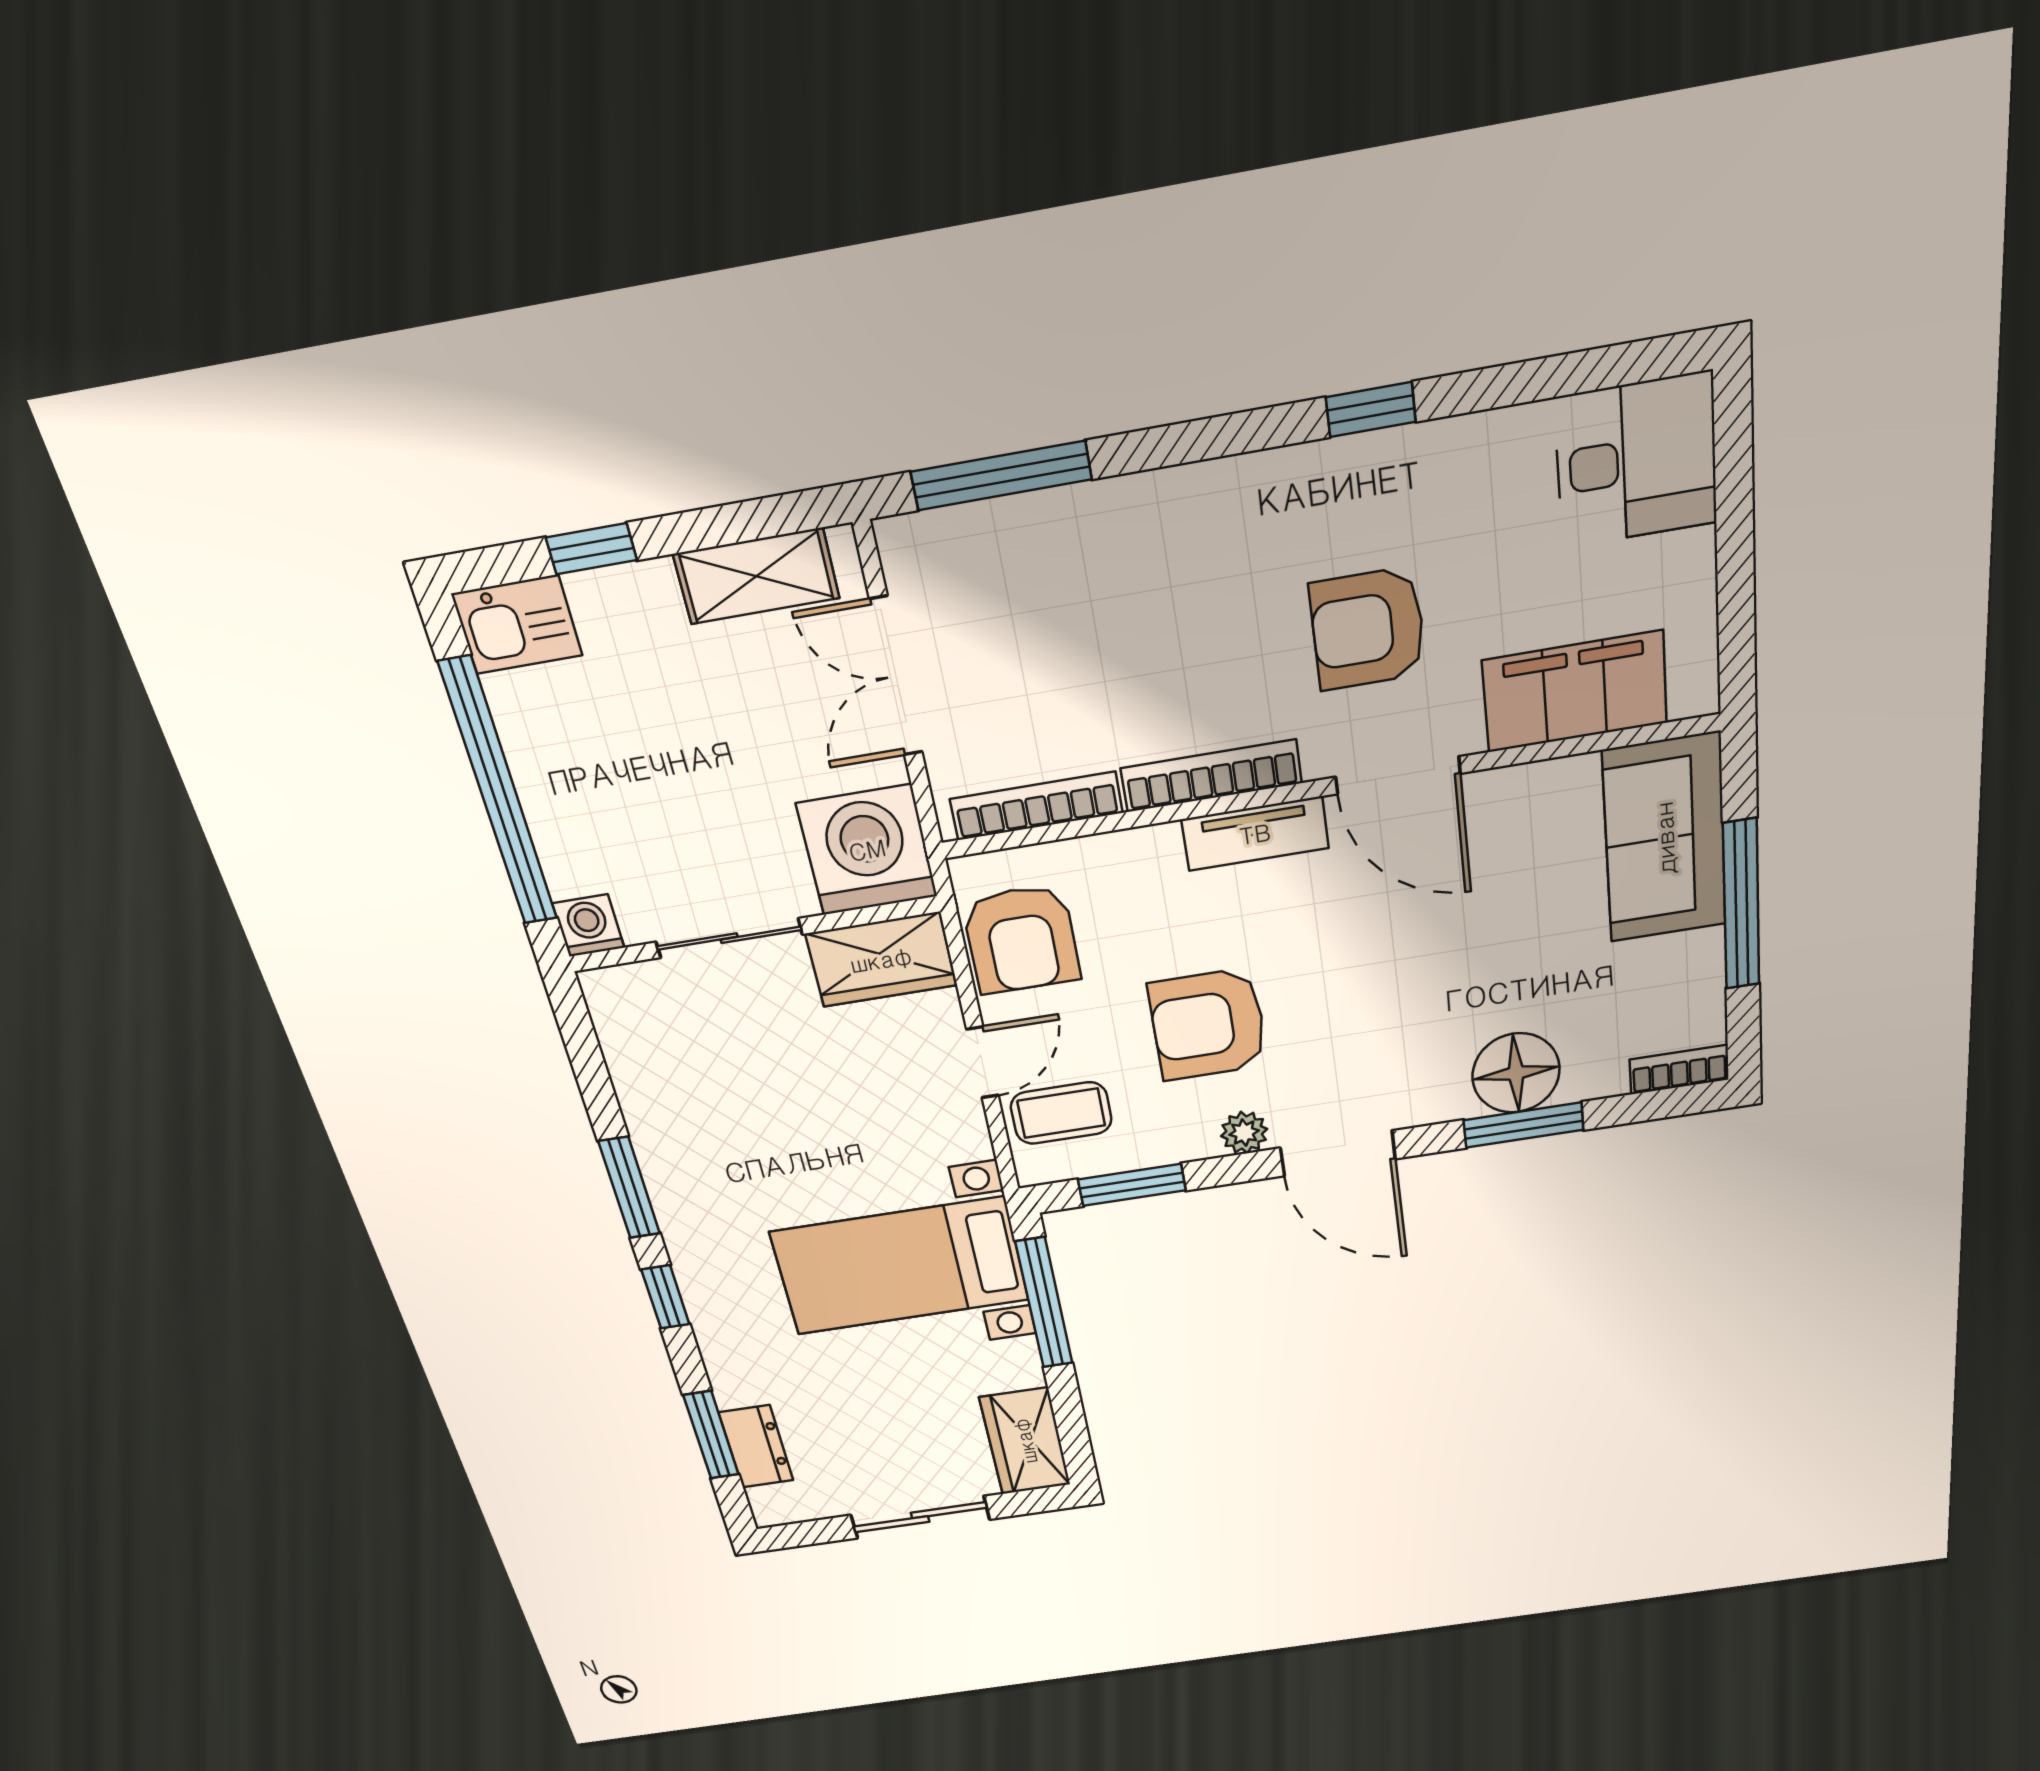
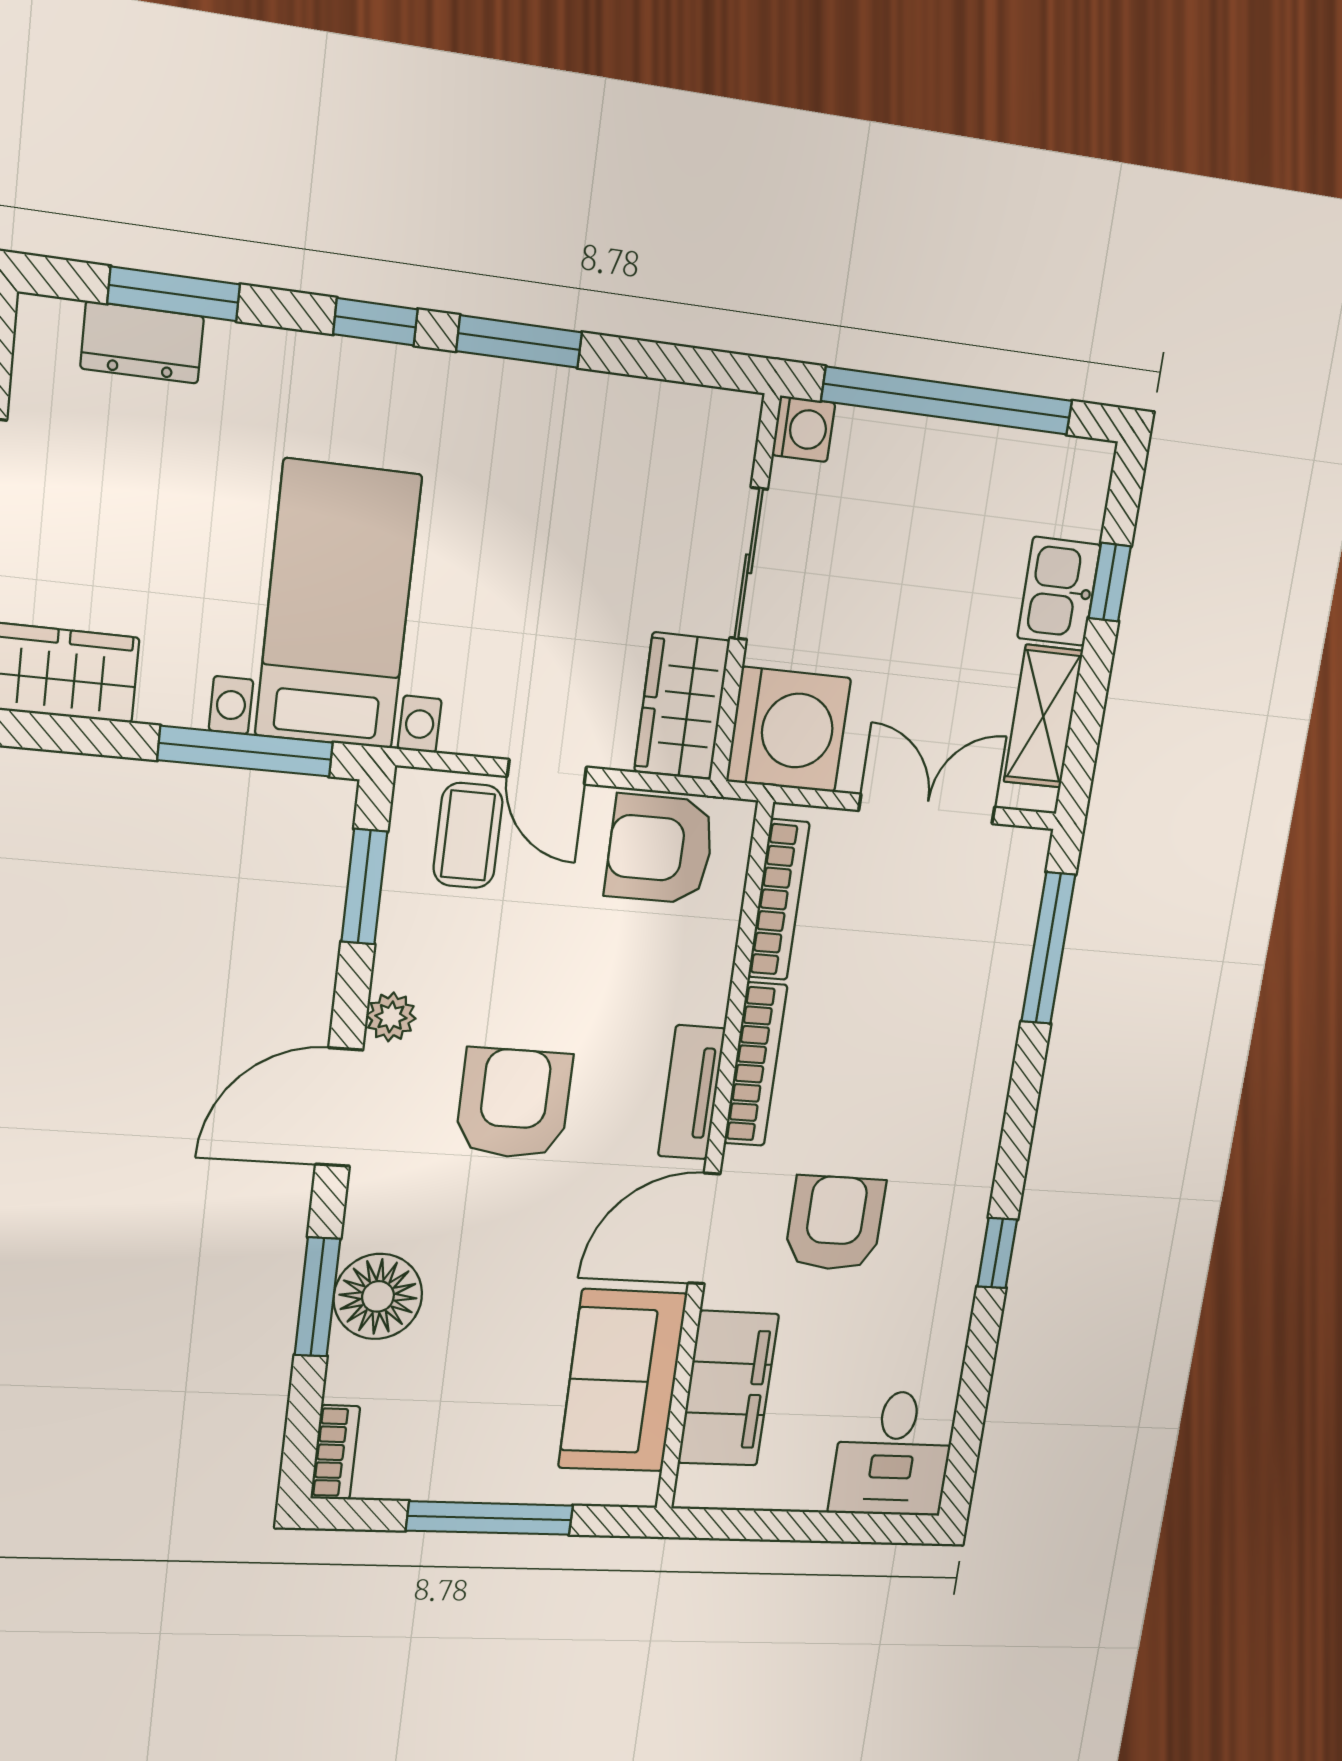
kitchen sink: (517, 625) -> (1059, 591), moved
sofa: (1665, 838) -> (623, 1381), moved, turned -90
armchair: (1208, 1024) -> (514, 1104), moved

